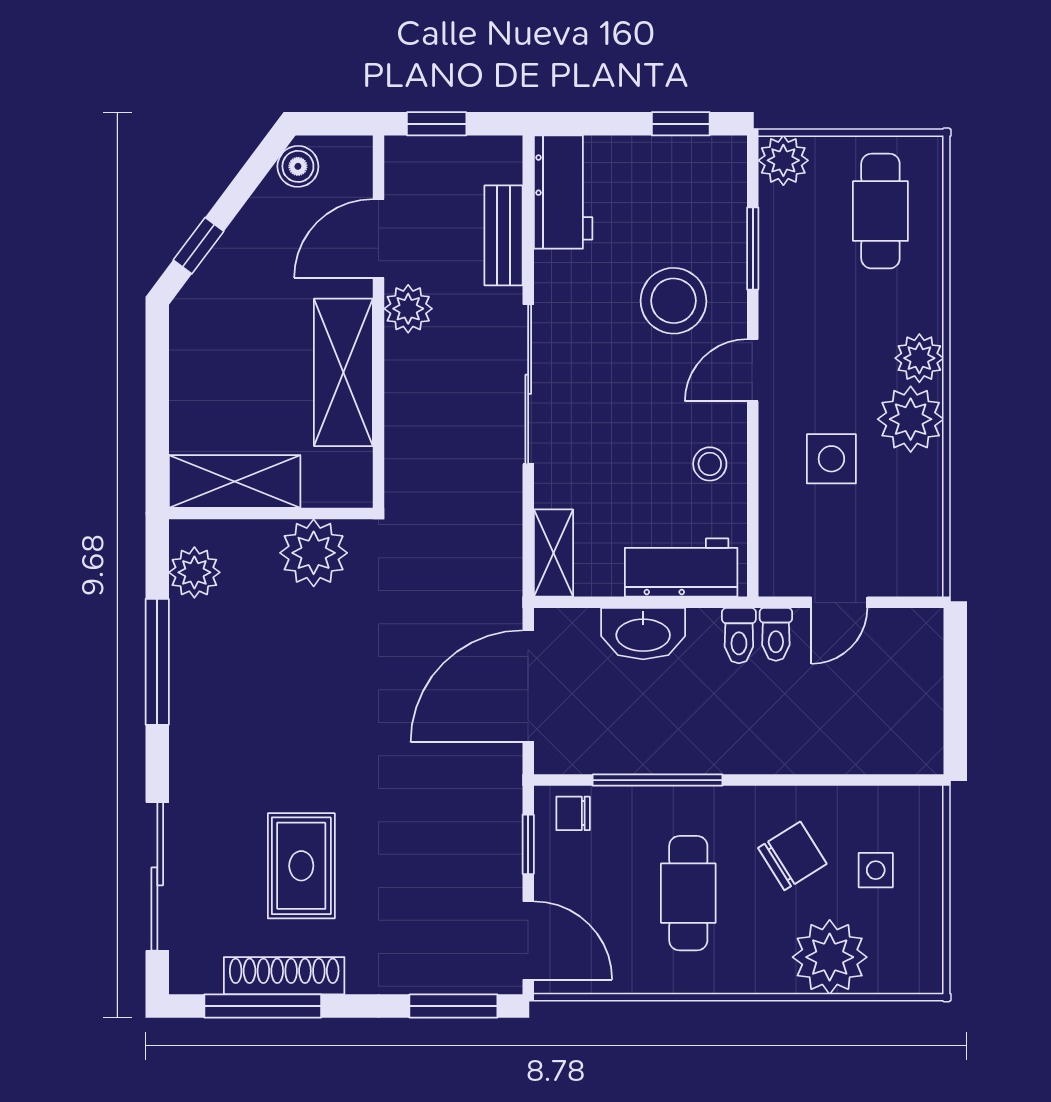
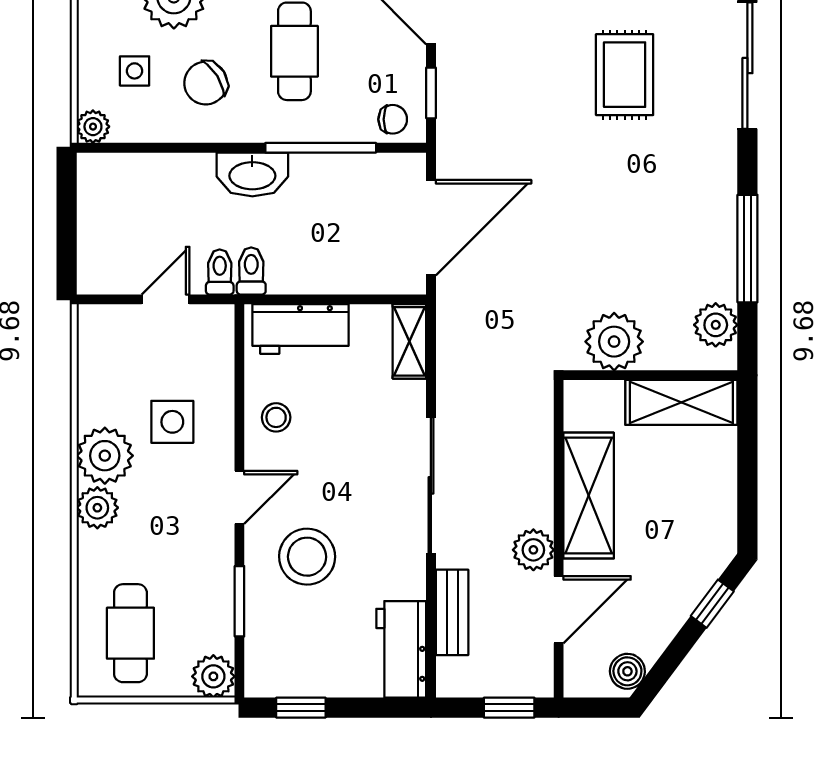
washbasin: (643, 634) -> (252, 174), moved, turned 180
plant: (924, 805) -> (93, 127), added

